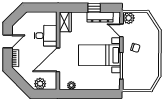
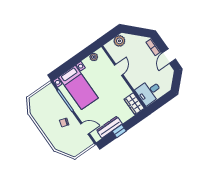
plant: (129, 18) -> (86, 142), removed
desk: (46, 36) -> (149, 92), moved
bed with nightstands: (99, 55) -> (78, 87), moved, turned 90
door: (58, 60) -> (119, 70), width x0.53

